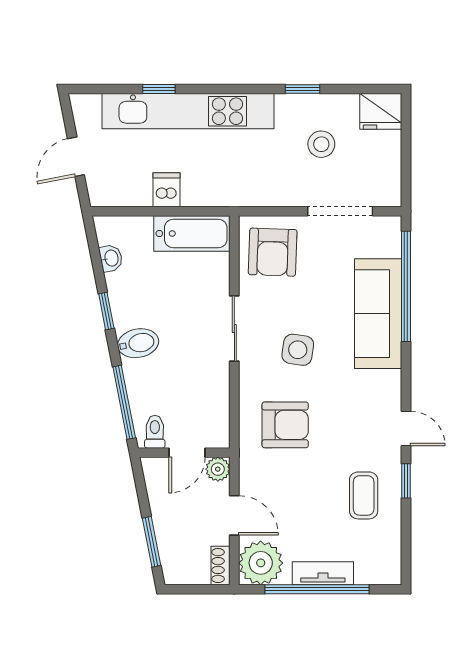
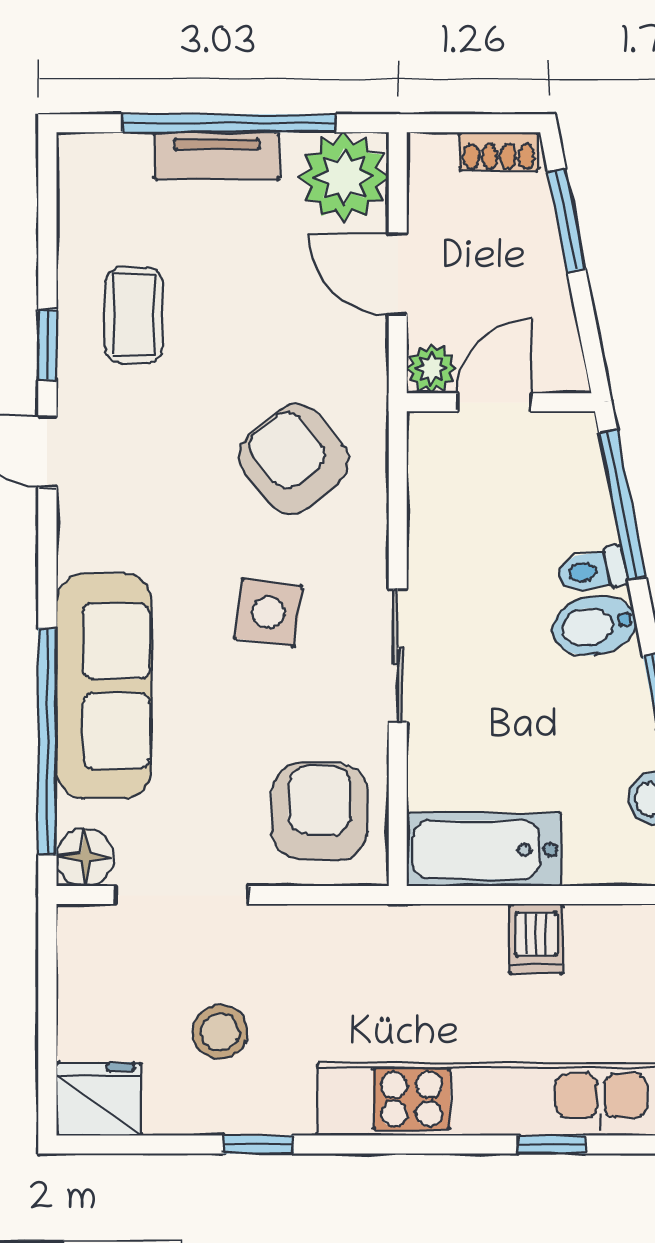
floor lamp: (387, 230) -> (85, 857), added
armchair: (285, 425) -> (294, 459), turned 51
toilet: (155, 432) -> (592, 570), moved, turned 79
shoe rack: (220, 566) -> (499, 151), moved, turned 90

